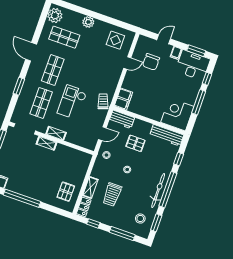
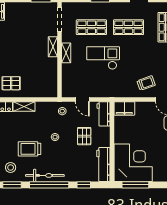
trolley: (103, 101) -> (146, 83), moved
window: (199, 102) -> (135, 185), moved
corner desk: (177, 114) -> (133, 163), width x1.36, depth x1.36
trolley: (112, 195) -> (30, 149), moved

